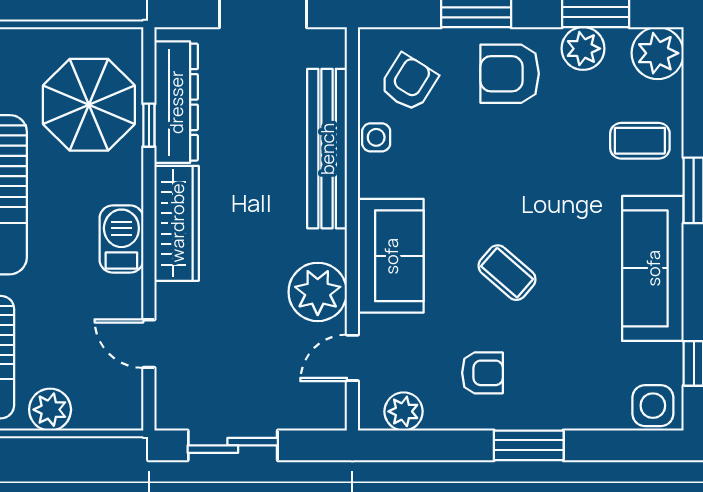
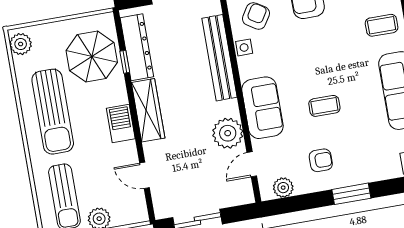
coffee table: (507, 273) -> (324, 106), turned -41

